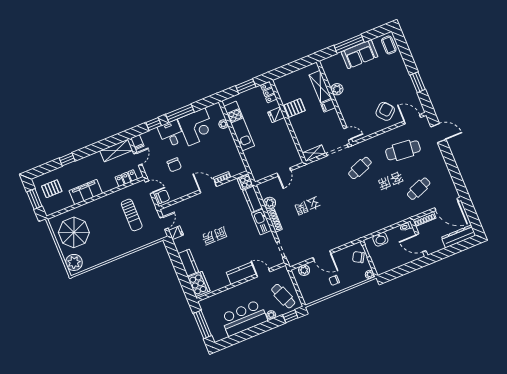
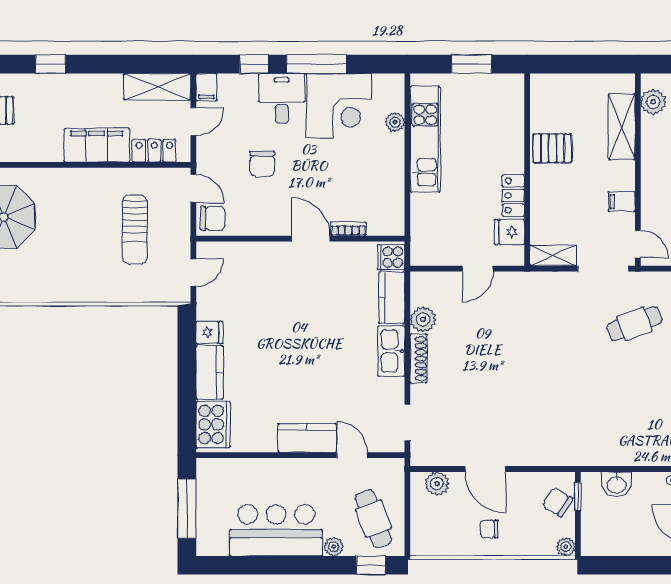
plant: (337, 89) -> (653, 102), moved
locker: (269, 92) -> (513, 195), moved
filing cabinet: (328, 106) -> (622, 202), moved
fridge: (276, 115) -> (509, 232), moved
filing cabinet: (86, 192) -> (97, 145), moved
fridge: (176, 233) -> (209, 333), moved

